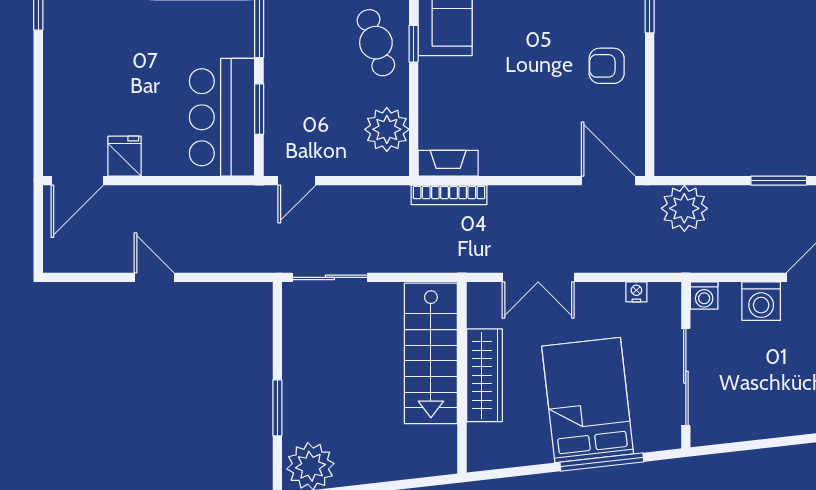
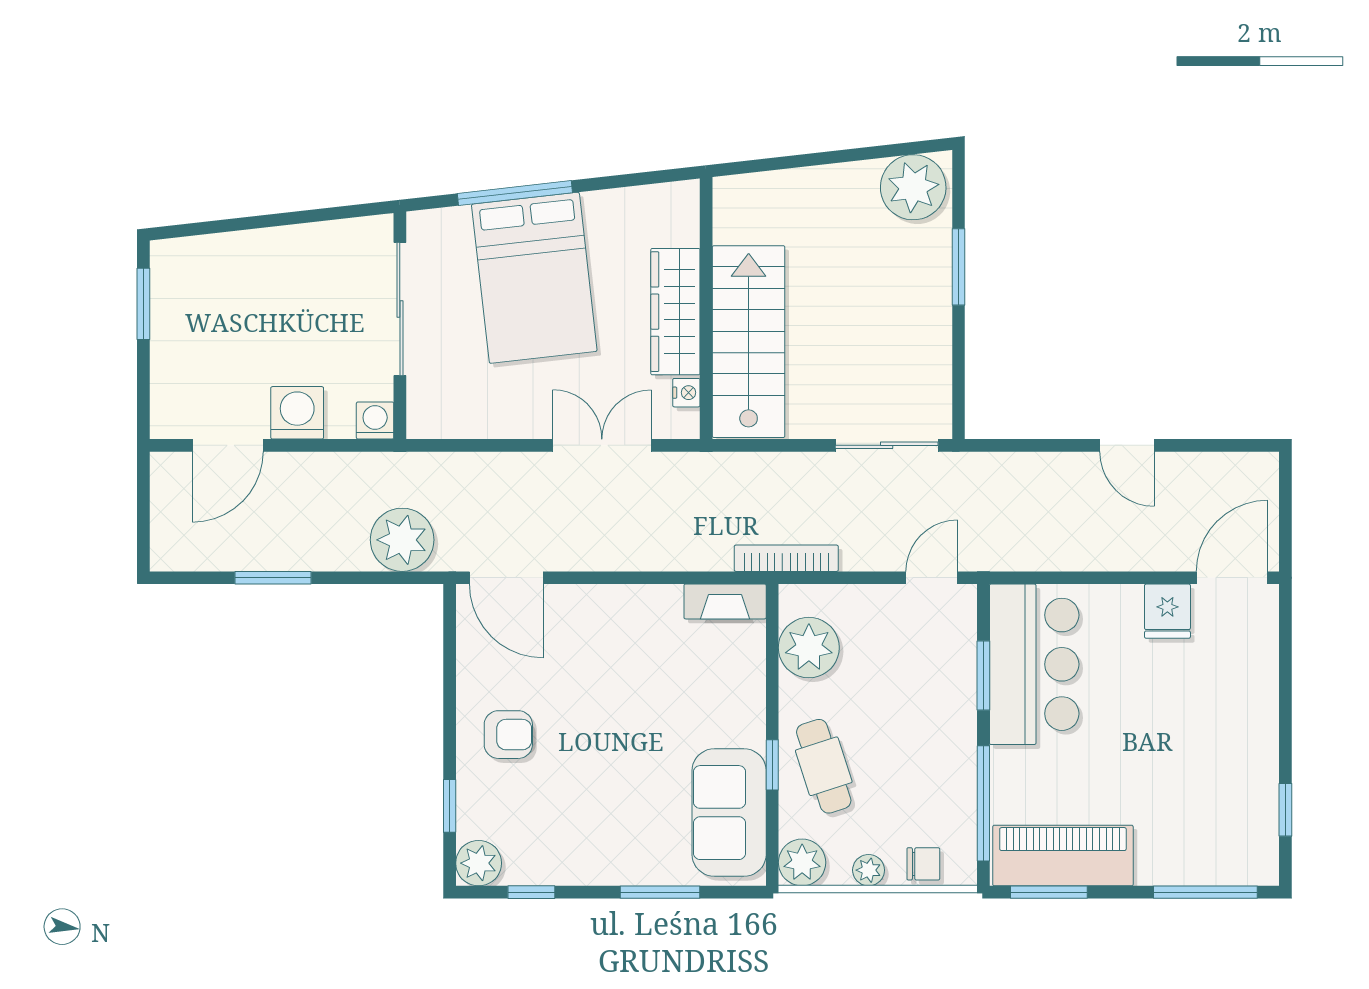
bookcase: (449, 195) -> (786, 558), moved
nightstand: (636, 292) -> (686, 393), moved, turned -90

